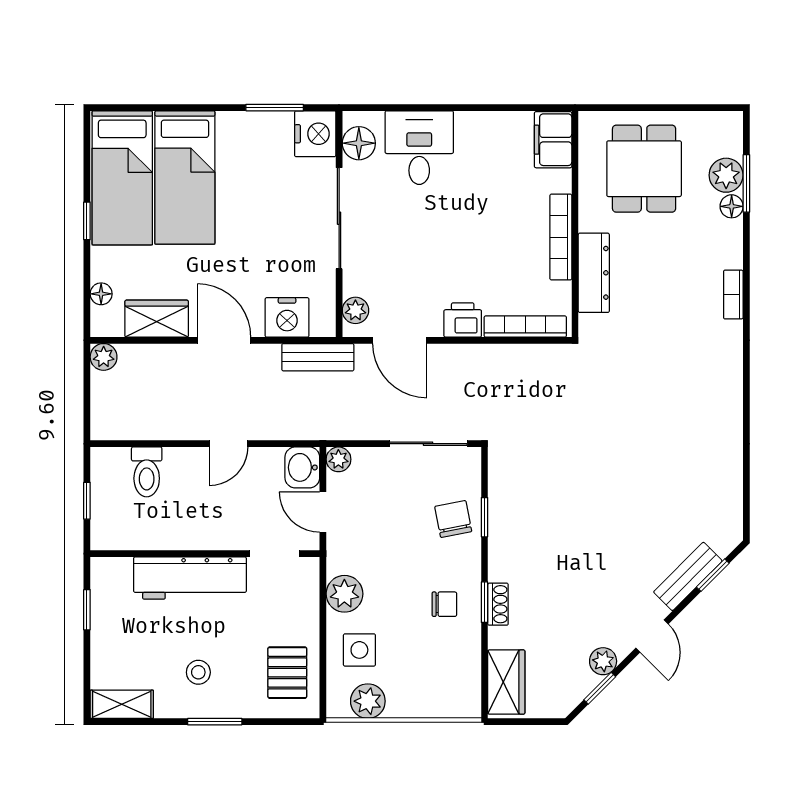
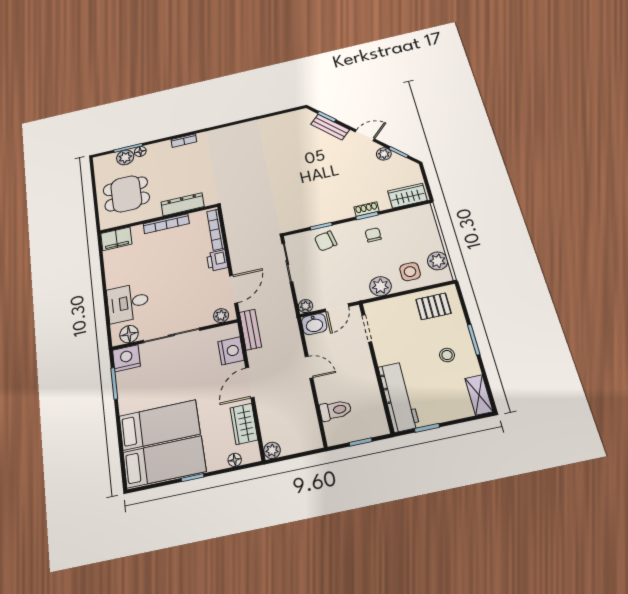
workbench: (190, 578) -> (399, 397), moved

